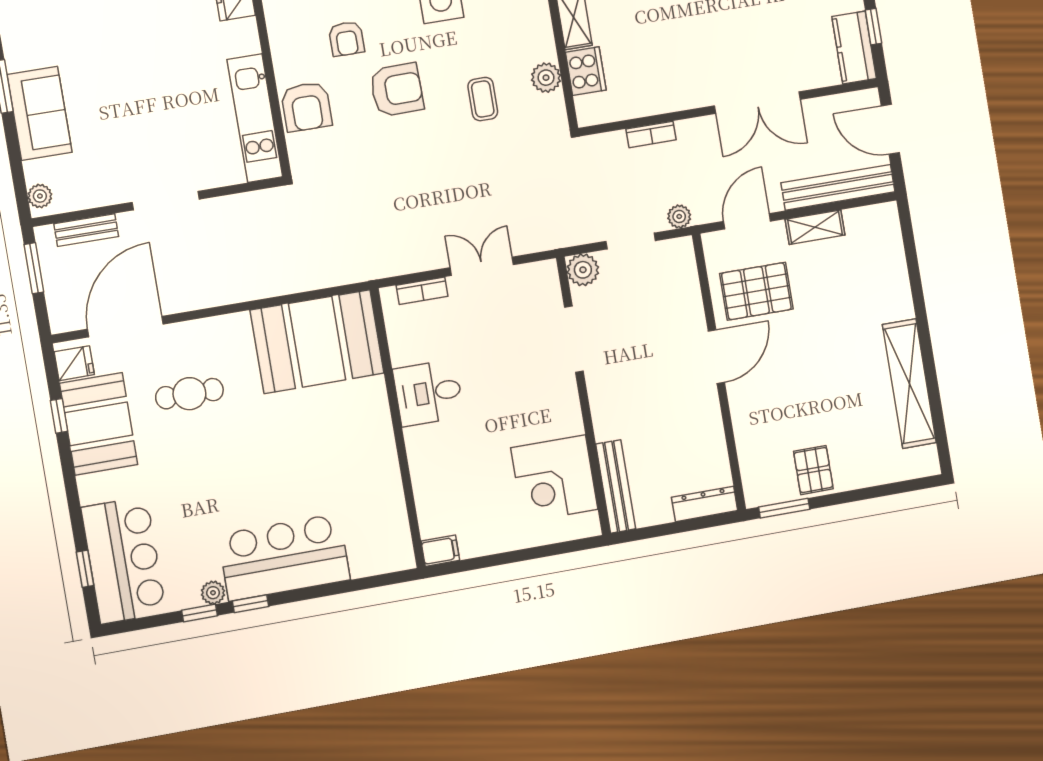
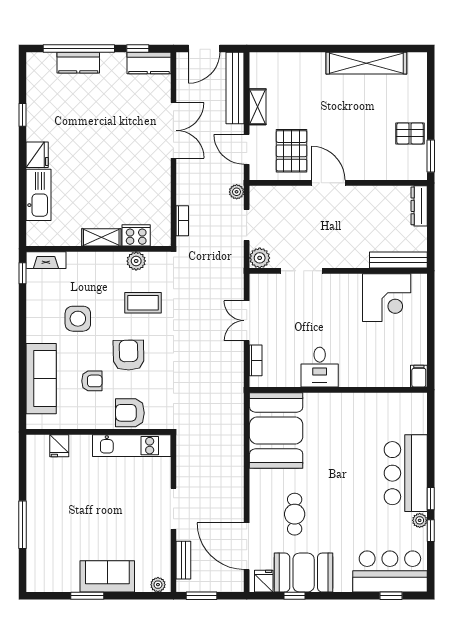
coffee table: (483, 99) -> (143, 303), width x1.36, depth x1.30
armchair: (306, 107) -> (130, 413), turned 180
bookcase: (651, 134) -> (182, 221), moved

